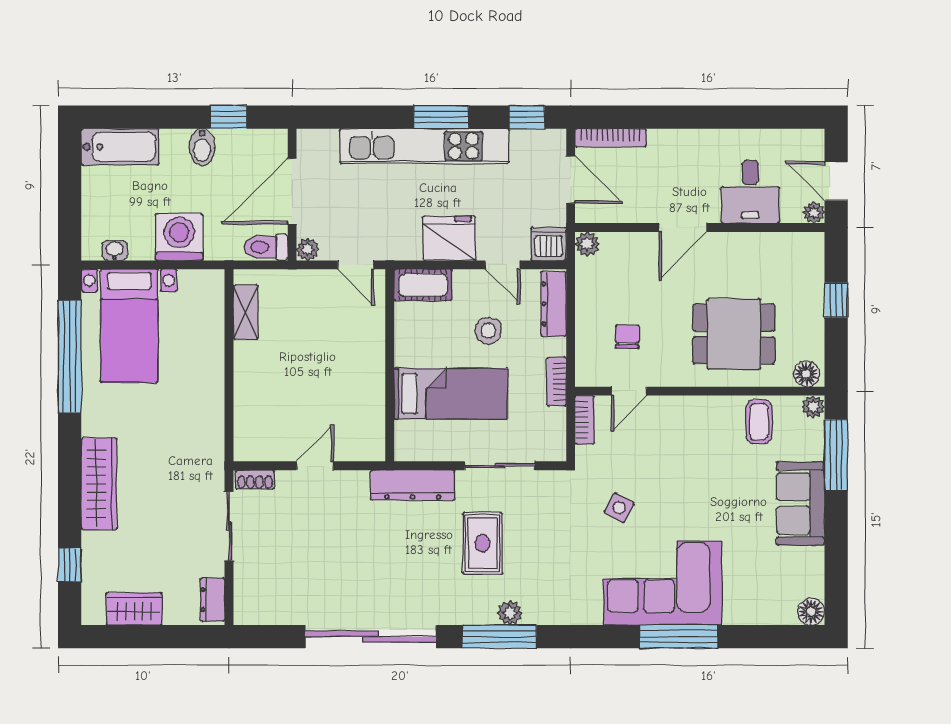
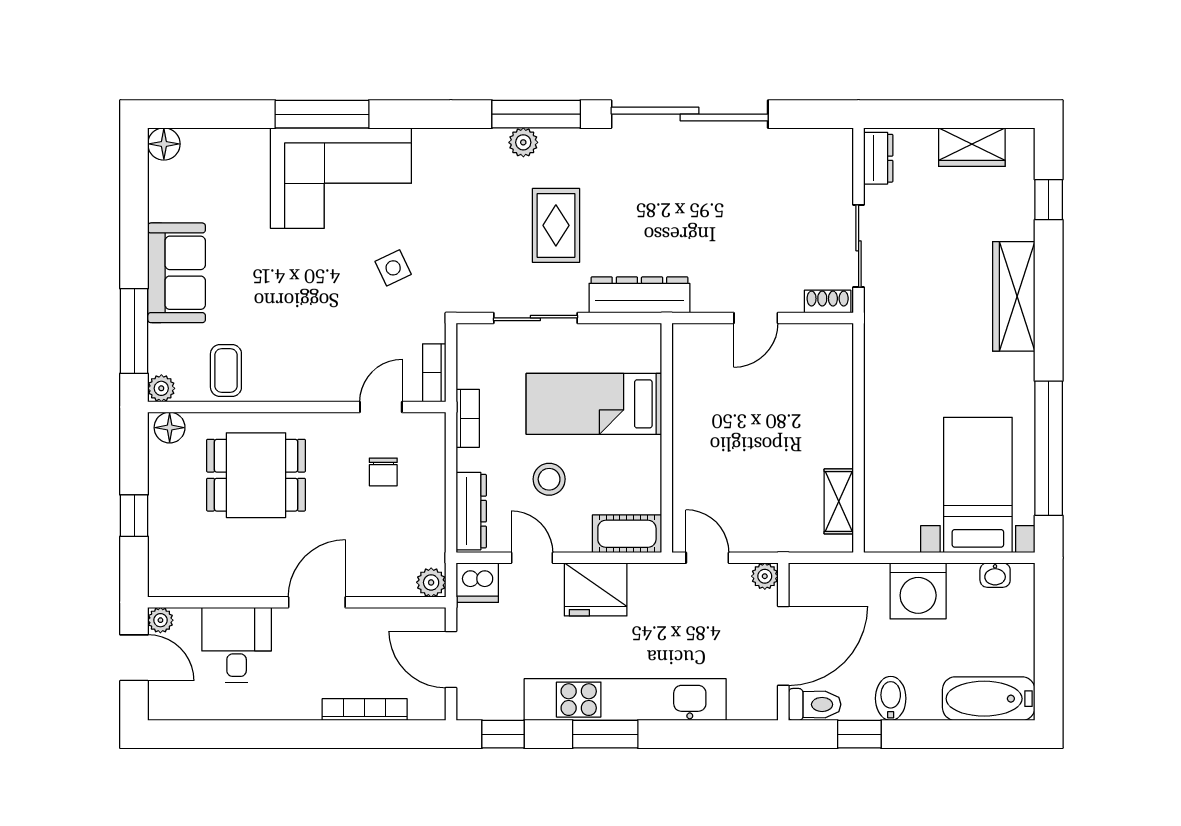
bookcase: (611, 138) -> (365, 710), moved
toilet: (266, 247) -> (815, 704), moved
side table: (619, 508) -> (393, 268), turned 36

